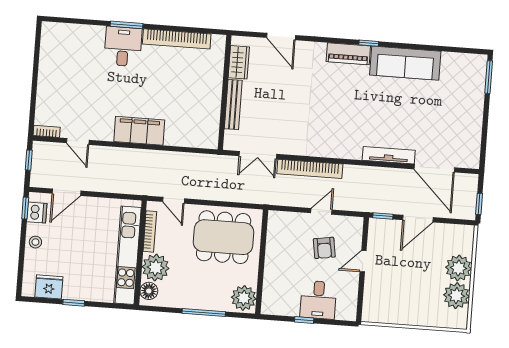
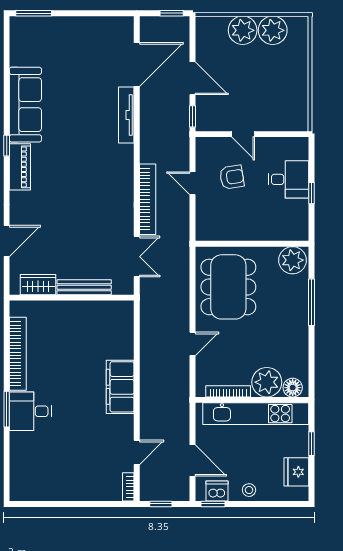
bookcase: (150, 231) -> (228, 391), moved
wall: (140, 253) -> (252, 400), moved
kitchen unit: (127, 255) -> (256, 414), moved
plant: (156, 268) -> (267, 382), moved
floor lamp: (149, 291) -> (293, 388), moved

